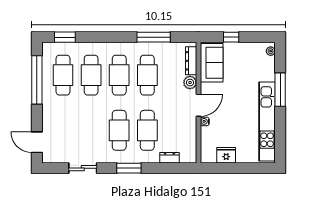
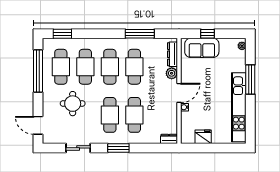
sofa: (212, 63) -> (202, 48), moved, turned 90
round table: (77, 117) -> (73, 104), added
dresser: (169, 158) -> (169, 139), moved

